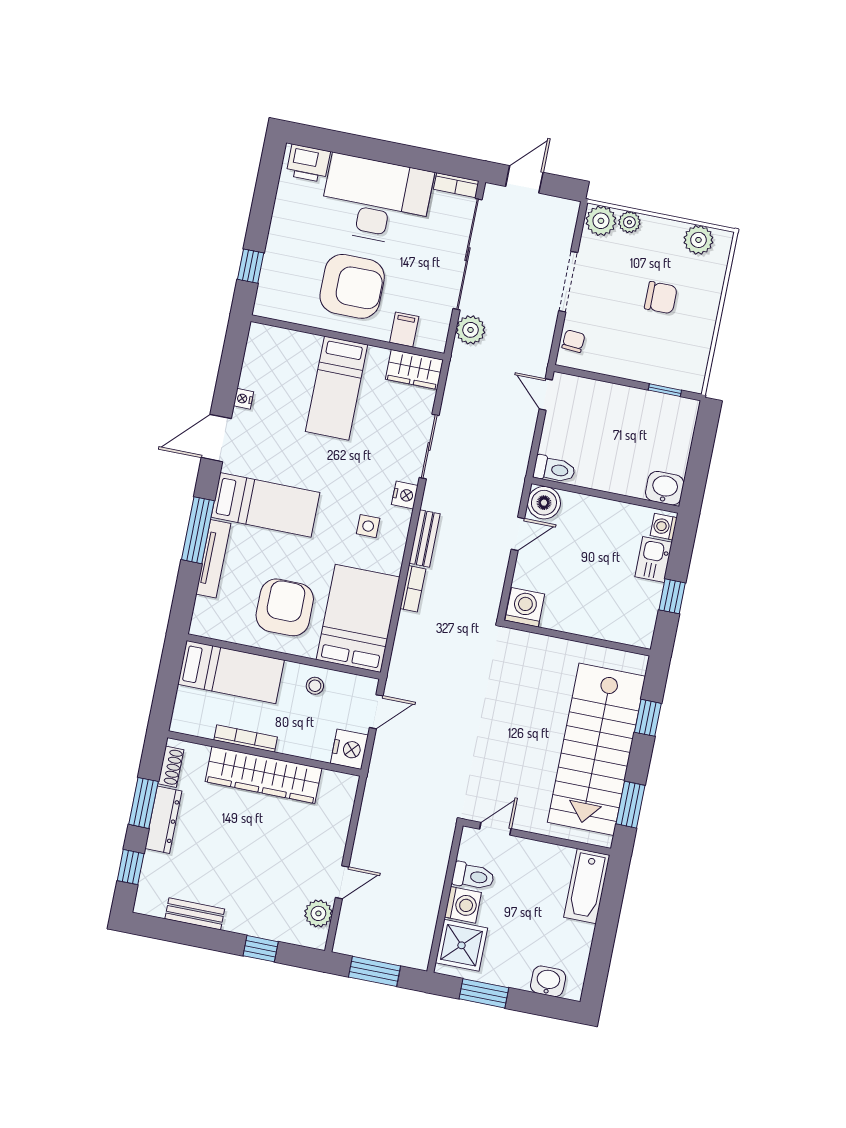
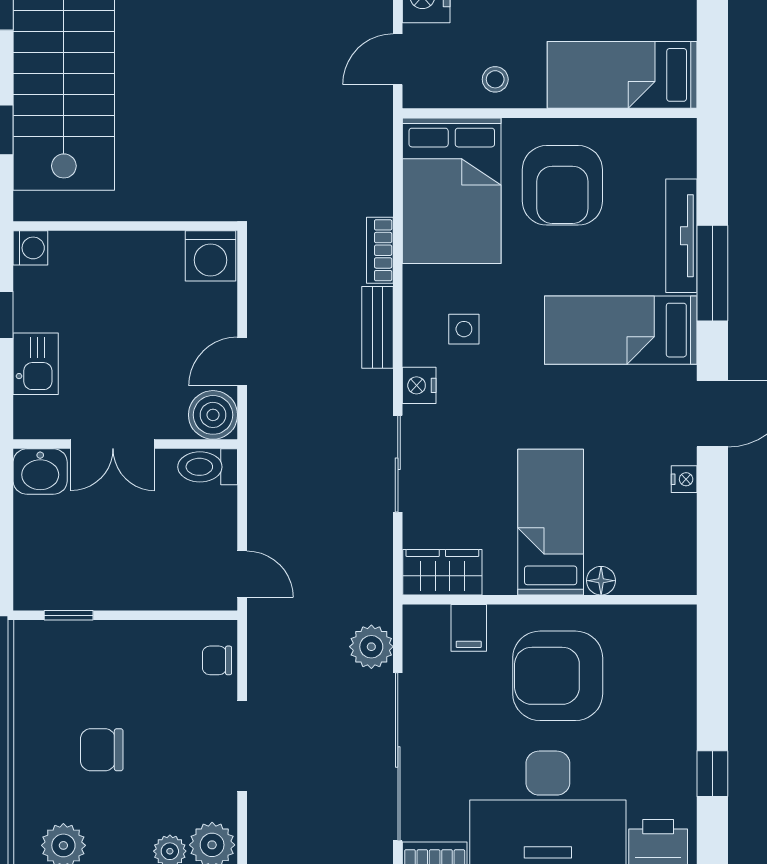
window: (251, 266) -> (712, 774), moved
chair: (573, 341) -> (217, 660), turned 86
floor lamp: (311, 343) -> (601, 581), added
double door: (613, 497) -> (113, 444), added
washing machine: (664, 527) -> (30, 248), moved

